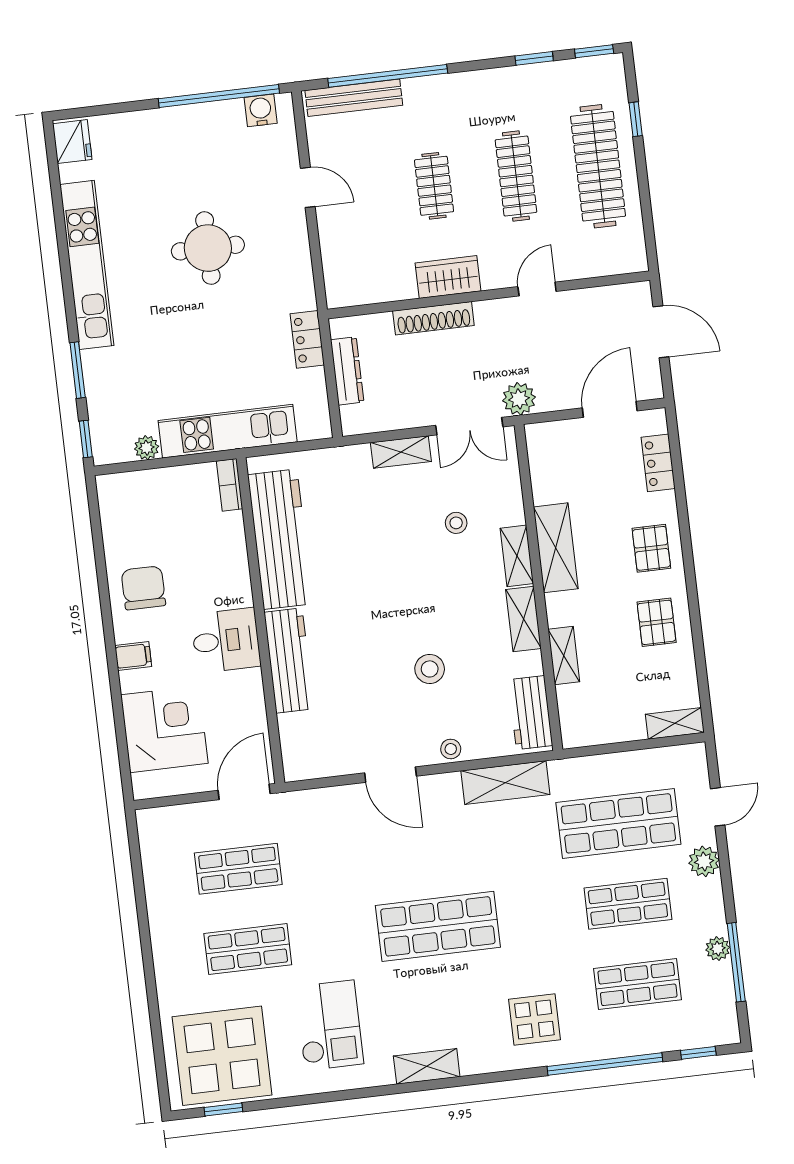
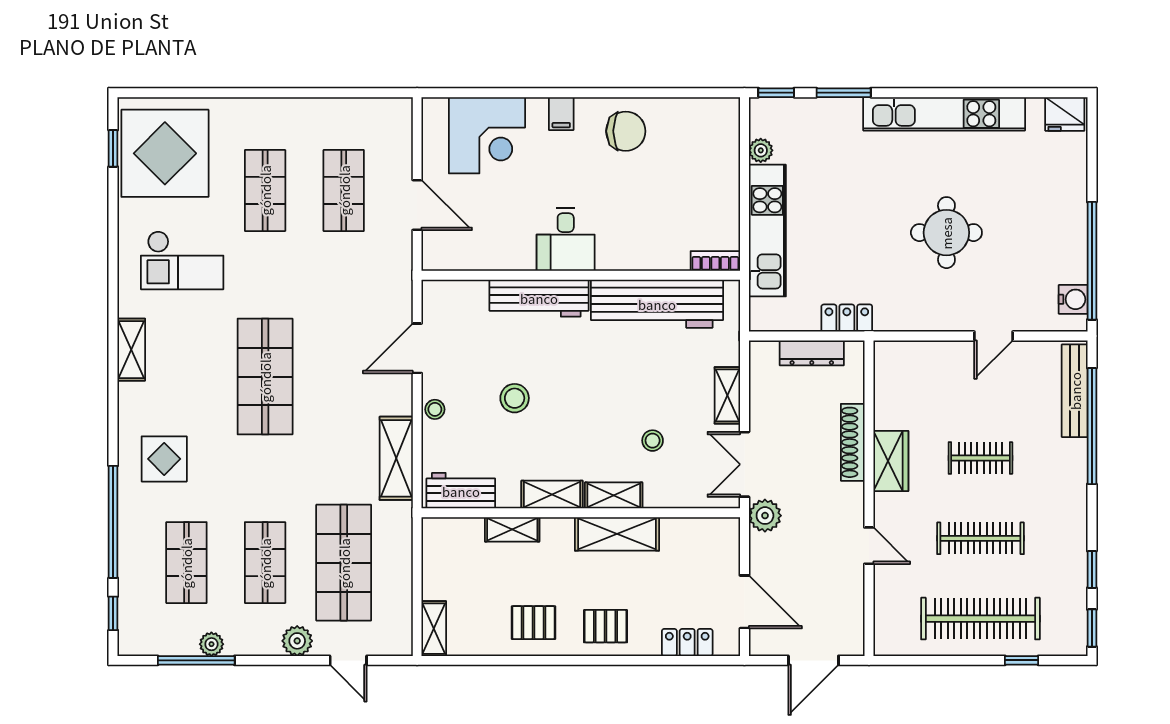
bookcase: (229, 485) -> (715, 261), moved
workbench: (280, 539) -> (657, 304), moved
wall: (260, 621) -> (581, 275), moved
desk: (226, 640) -> (566, 240), moved
workbench: (289, 660) -> (539, 298), moved

